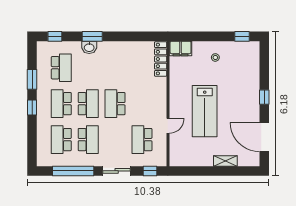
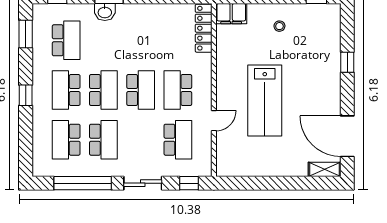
window: (32, 79) -> (26, 34), moved
window: (264, 97) -> (347, 62), moved
school desk: (115, 104) -> (141, 90), turned 180
school desk: (142, 104) -> (178, 90), added
school desk: (142, 140) -> (178, 140), turned 180
shelving: (225, 161) -> (325, 169), moved

